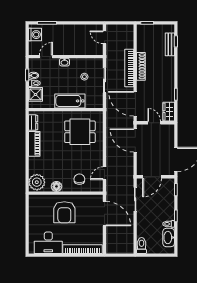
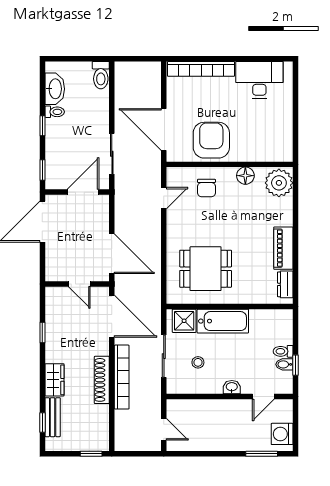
shower: (36, 94) -> (184, 321), moved
wardrobe: (169, 112) -> (55, 380), moved
armchair: (64, 212) -> (211, 140), moved

